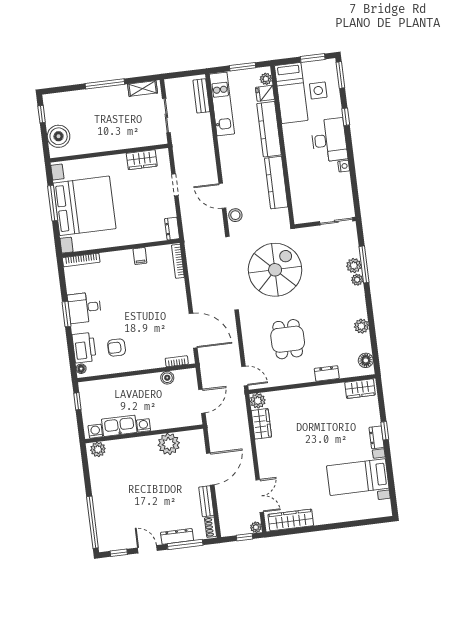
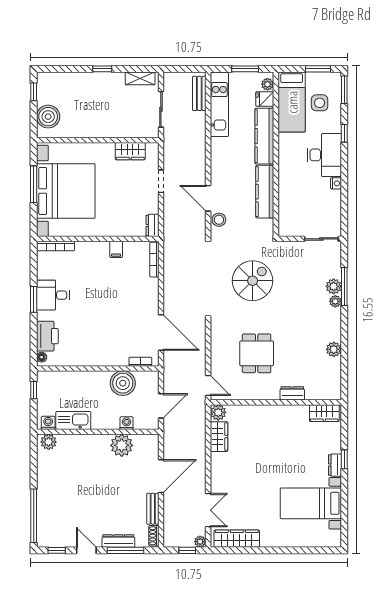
window: (105, 84) -> (102, 69), width x0.46
spiral stairs: (275, 270) -> (253, 281), width x0.73, depth x0.73
armchair: (117, 348) -> (81, 340), removed
floor lamp: (366, 360) -> (334, 385), removed
boiler: (167, 378) -> (123, 383), width x1.86, depth x1.86
washing machine: (144, 425) -> (127, 423), moved

